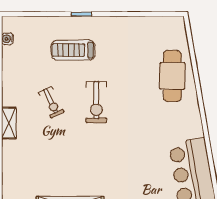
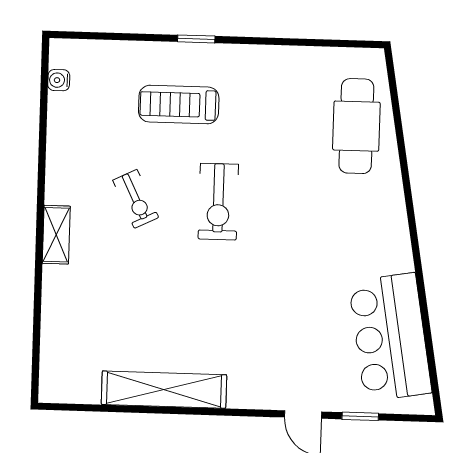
cafe table: (172, 76) -> (356, 126), moved

